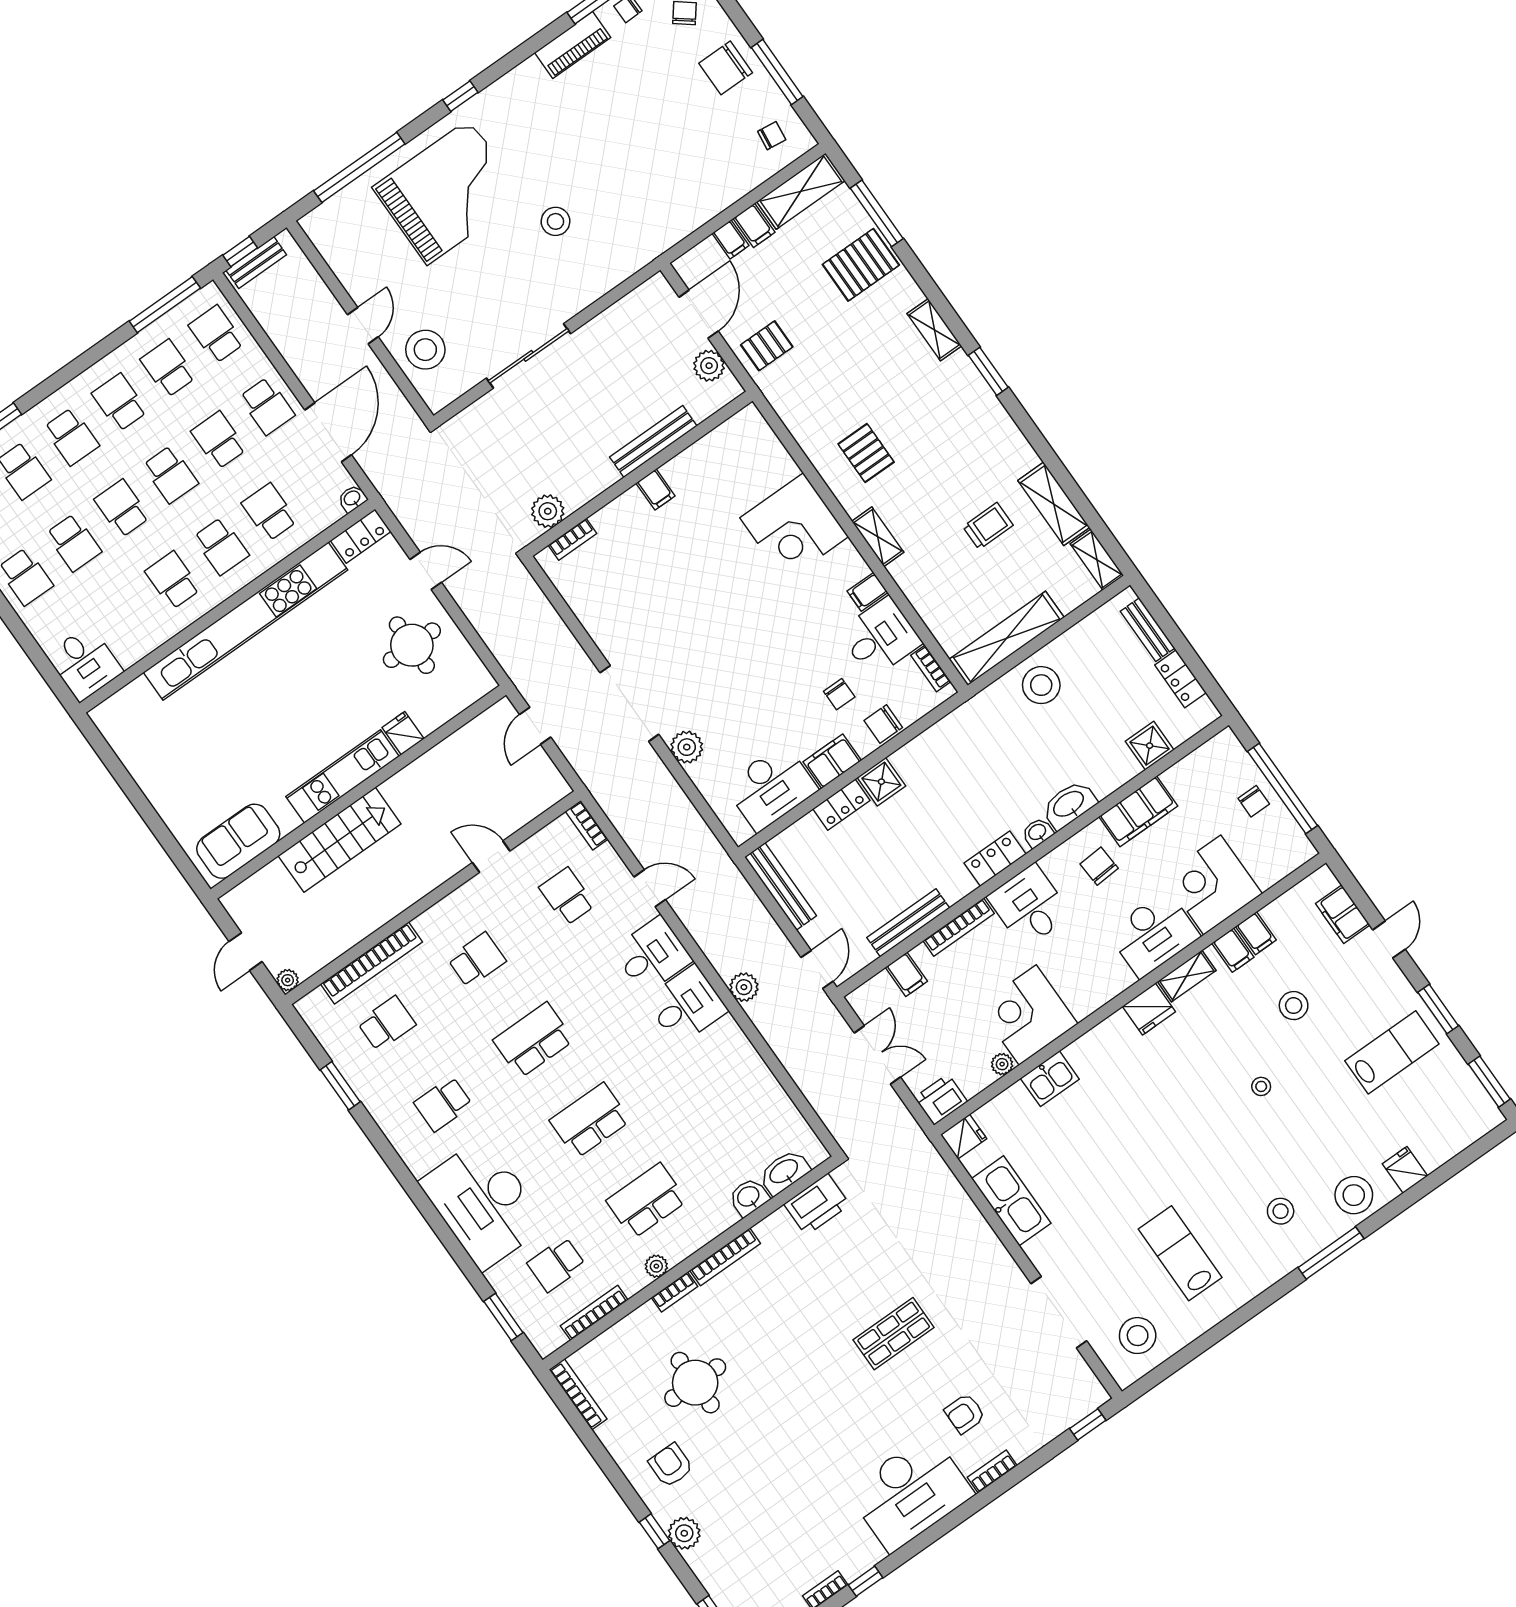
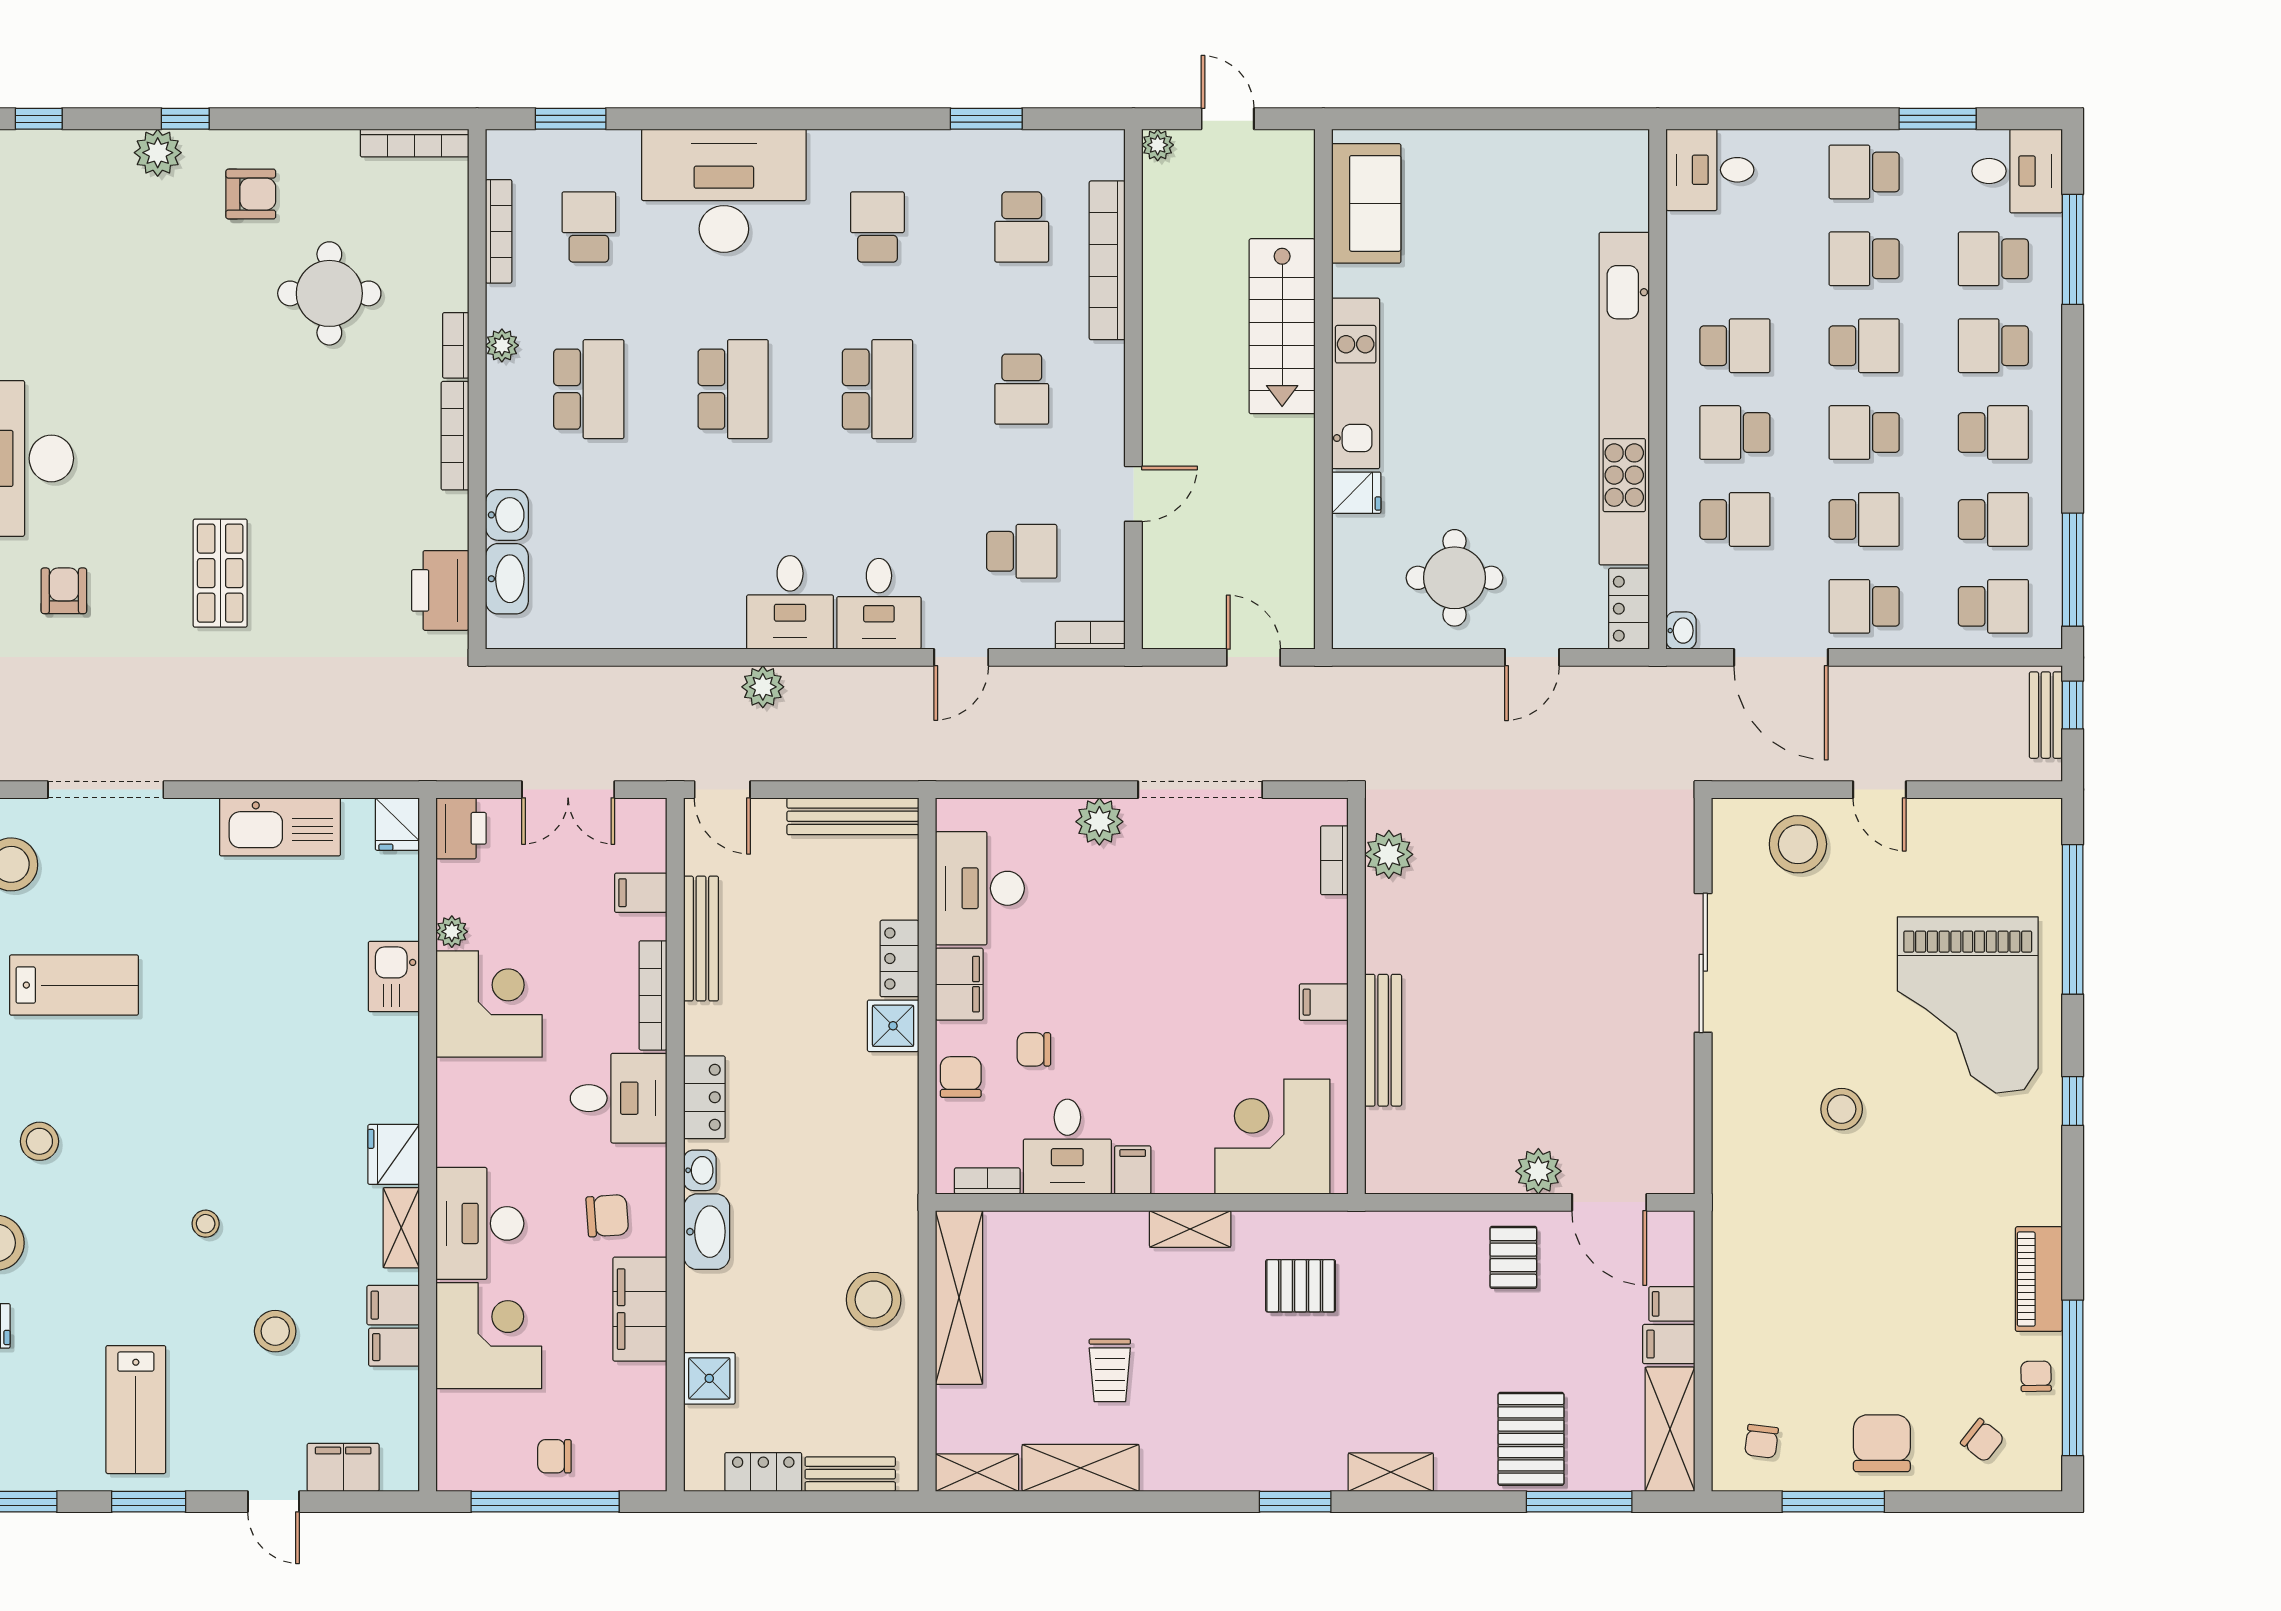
bench: (653, 441) -> (1383, 1040), moved
wall: (639, 474) -> (1356, 996), moved
filing cabinet: (655, 489) -> (1324, 1002), moved
plant: (548, 511) -> (1389, 854), moved
bookcase: (572, 539) -> (1334, 860), moved

